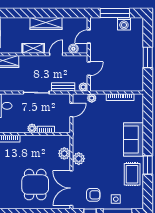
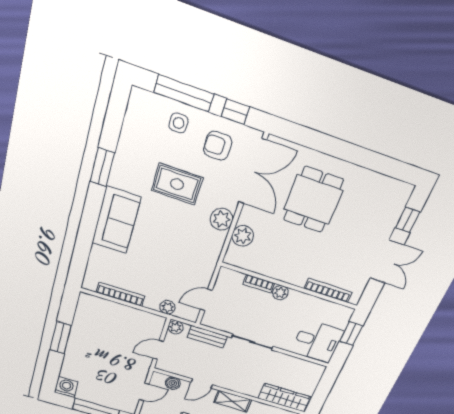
washing machine: (124, 24) -> (66, 387), moved
rug: (132, 174) -> (177, 184), moved, turned 90

